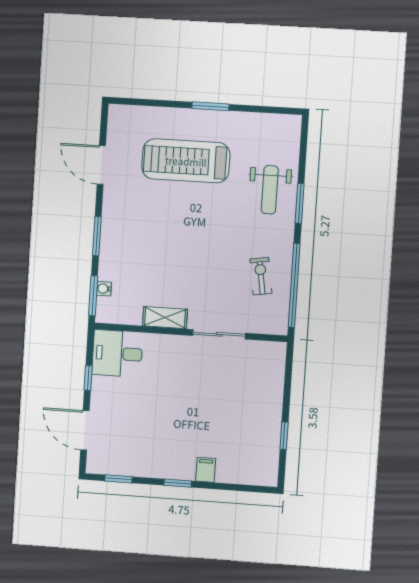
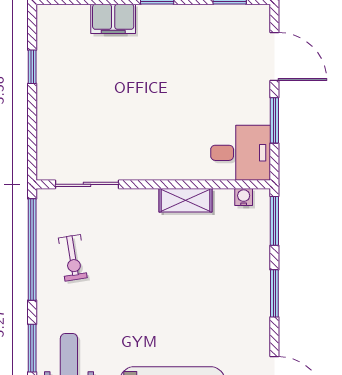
water cooler: (104, 289) -> (244, 197), moved, turned -90
sliding door: (219, 334) -> (87, 184), moved
window: (88, 378) -> (274, 120), width x1.50
filing cabinet: (206, 470) -> (113, 19), width x2.00

